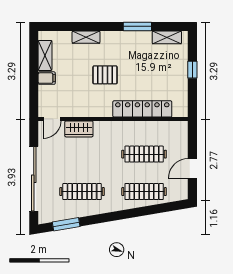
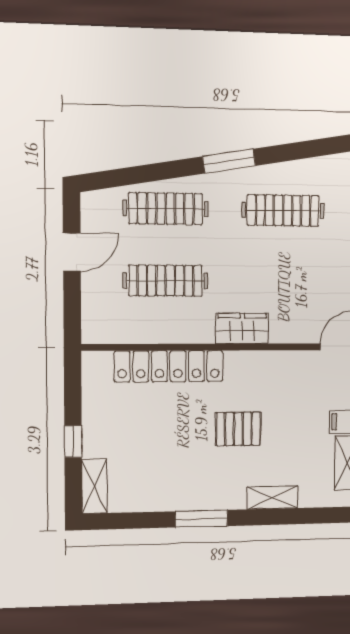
window: (137, 26) -> (201, 519), moved
shelving: (167, 37) -> (94, 486), moved, turned 90
wardrobe: (79, 129) -> (242, 328), moved
window: (66, 224) -> (229, 161), moved

